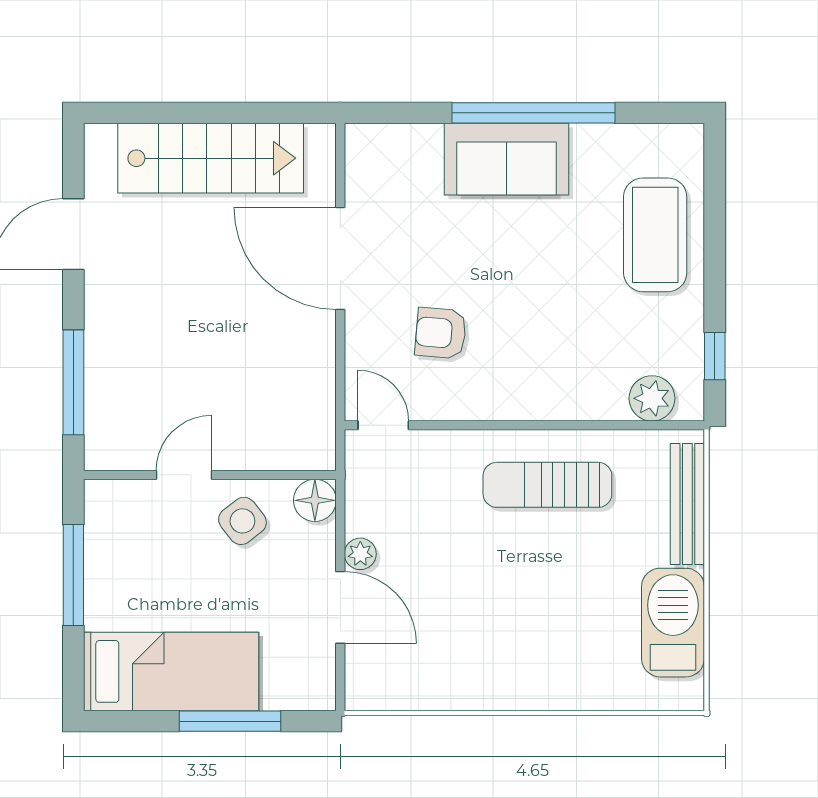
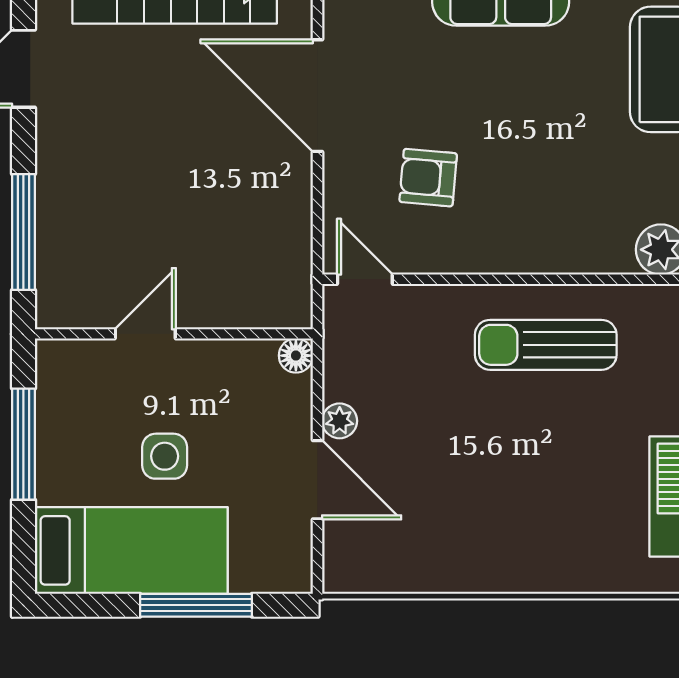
floor lamp: (315, 500) -> (296, 356), width x0.73, depth x0.73
side table: (242, 521) -> (165, 456), moved, turned 38

